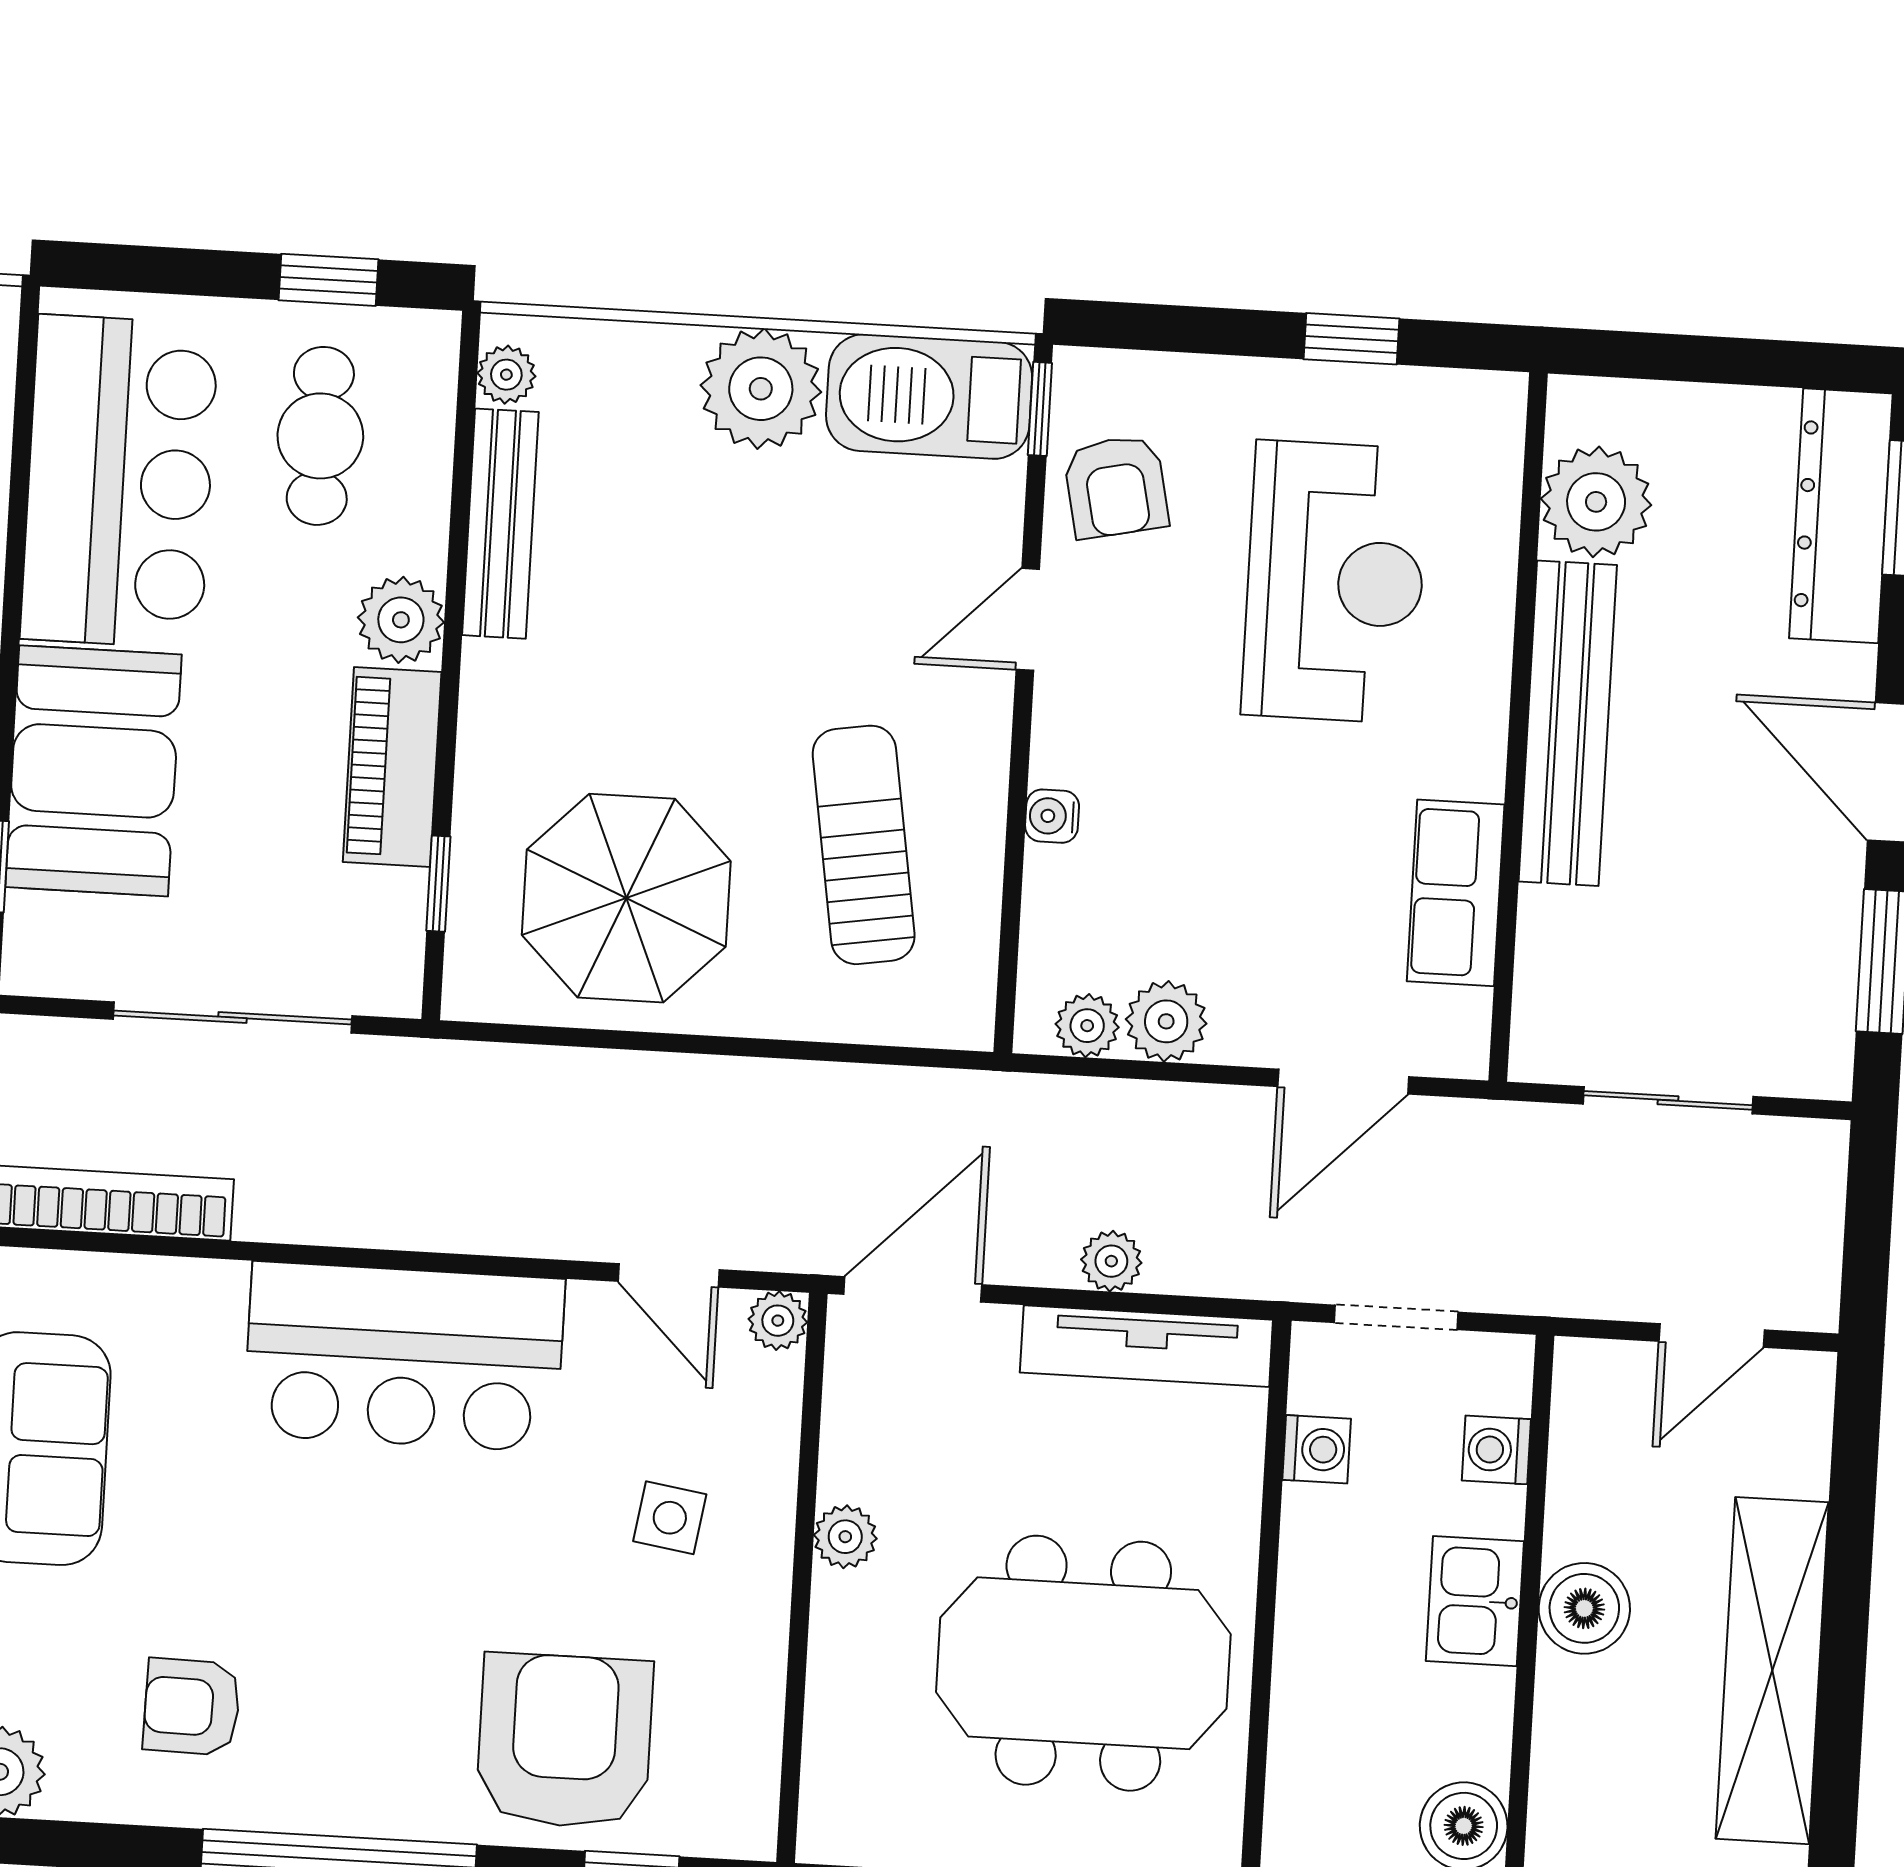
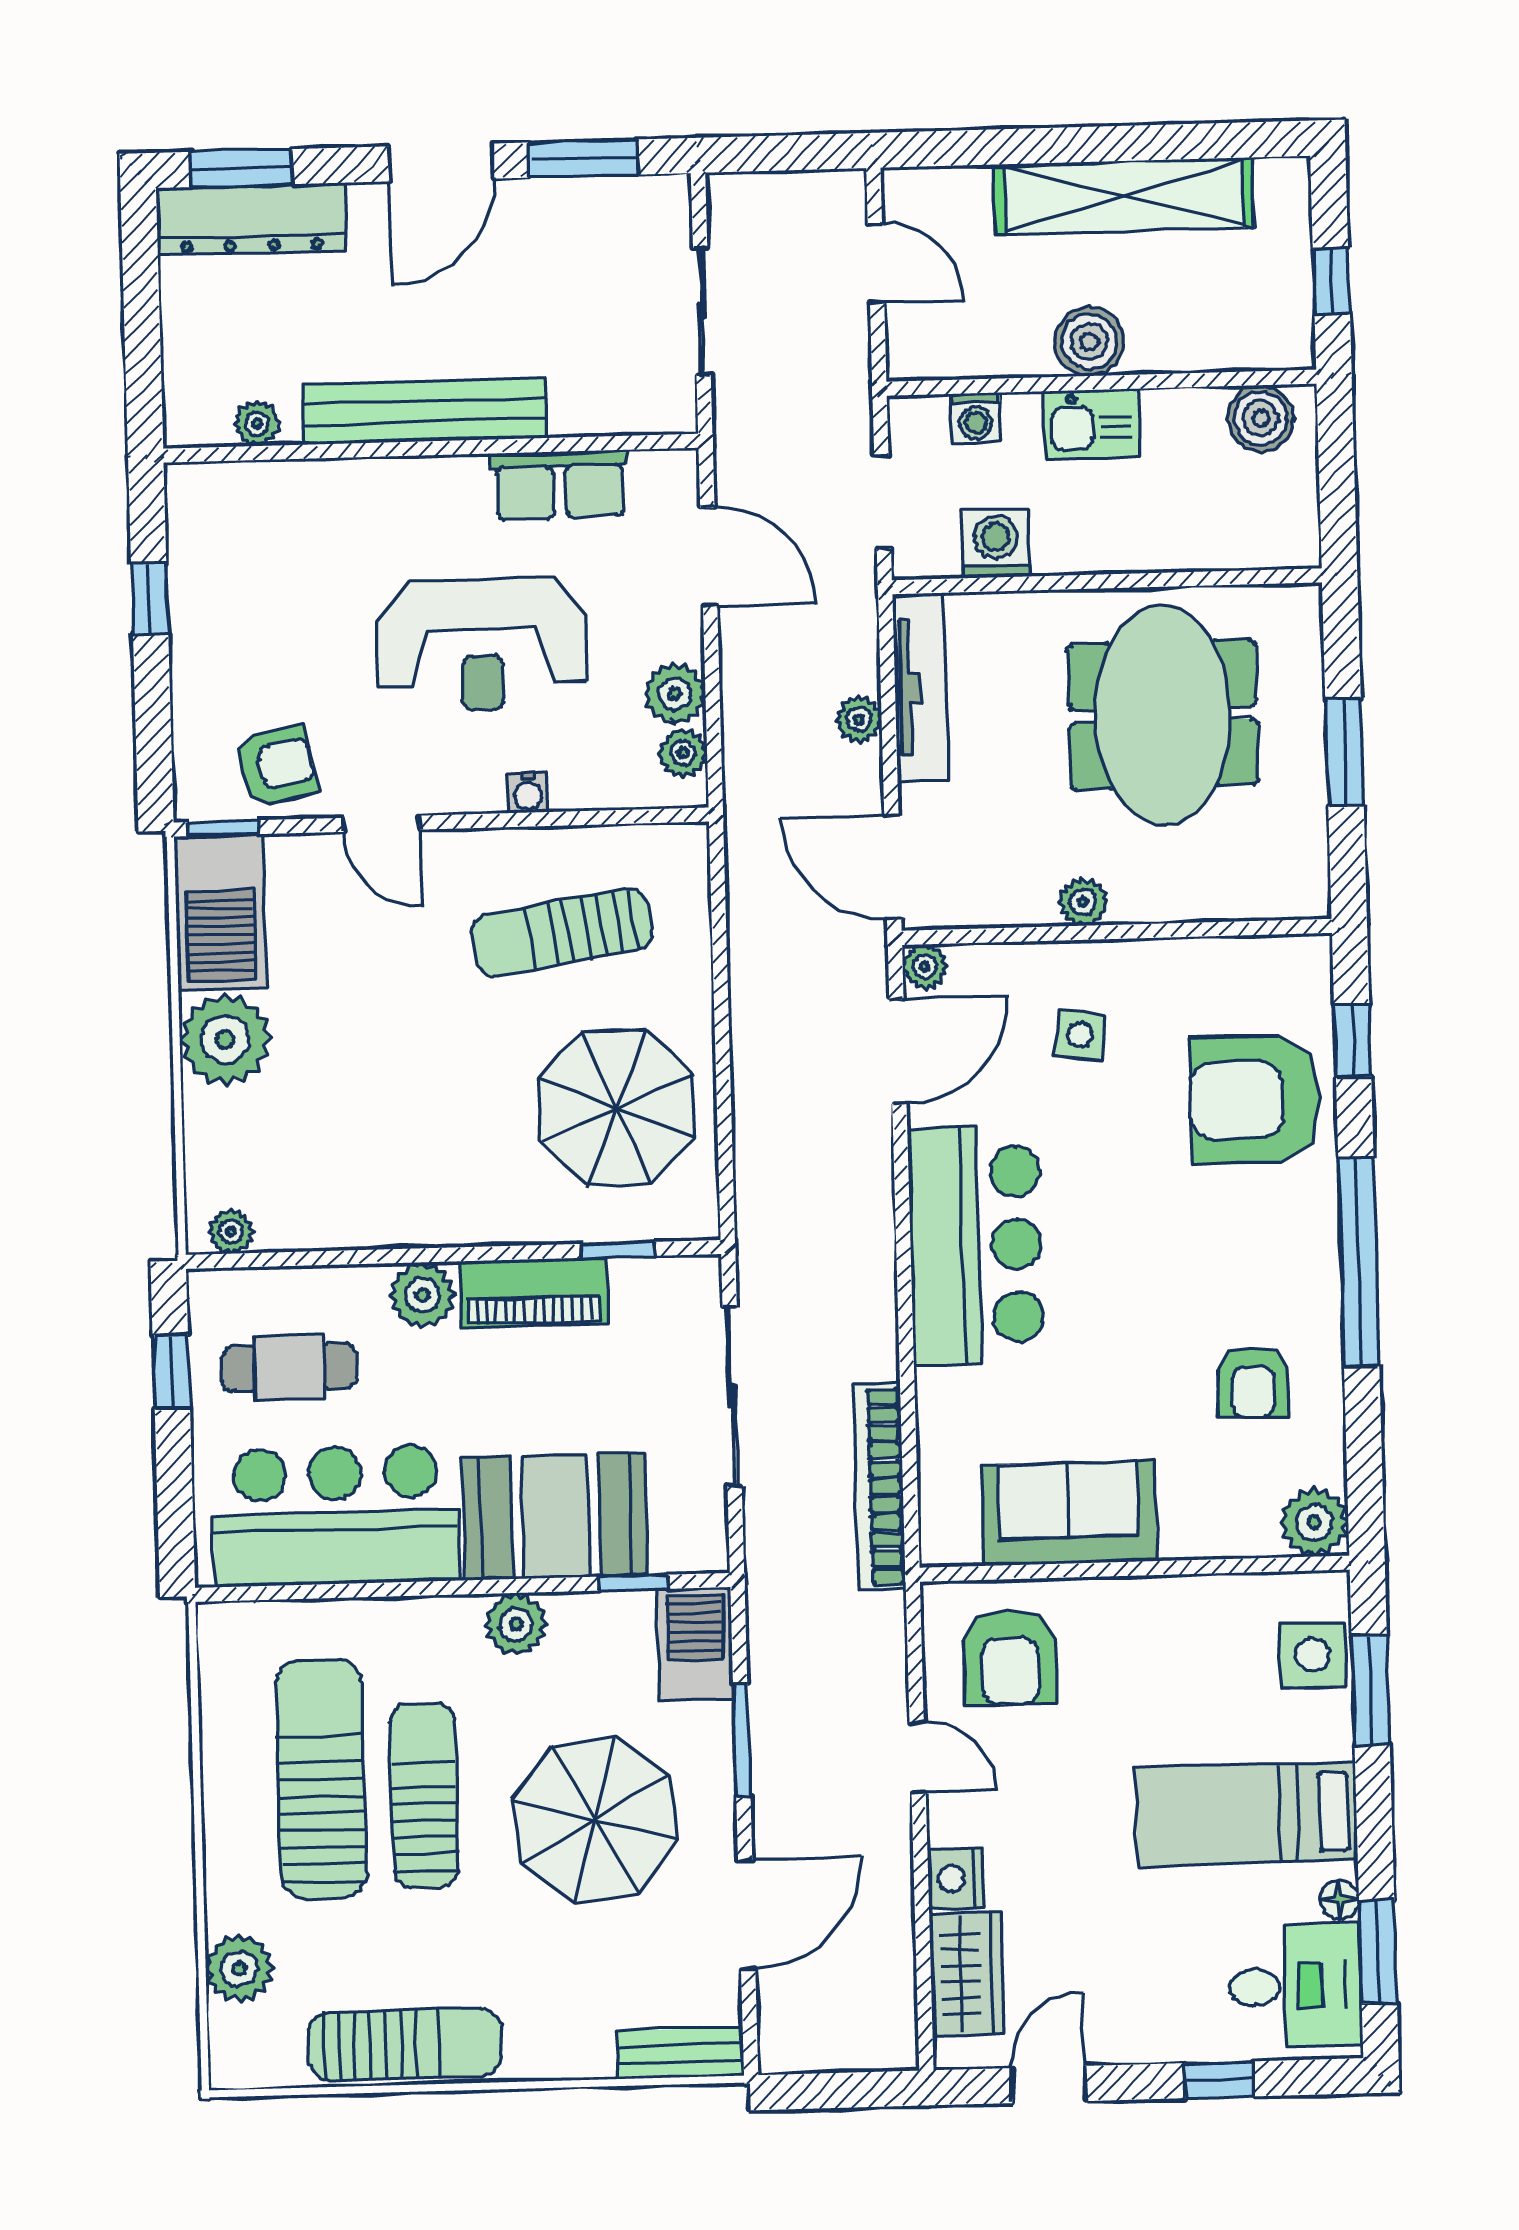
plant: (1596, 502) -> (257, 424), width x0.53, depth x0.53
bench: (500, 524) -> (343, 1226), removed
reception desk: (1335, 582) -> (482, 644), moved, turned 180
door: (669, 1275) -> (898, 1052), width x1.38
washing machine: (1317, 1449) -> (996, 544), width x1.38, depth x1.38

